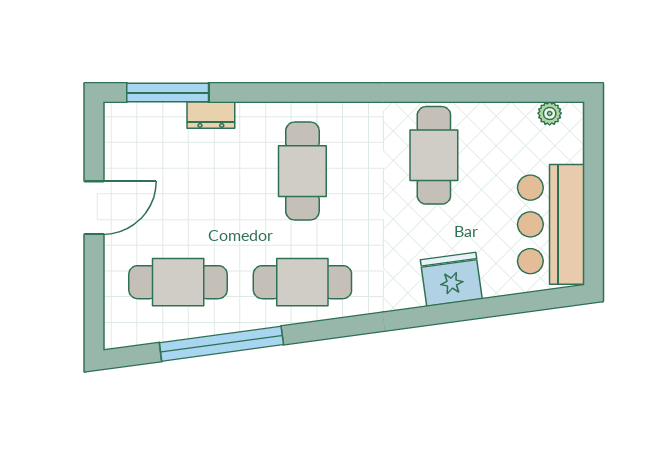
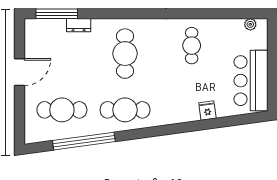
cafe table: (434, 155) -> (192, 46), width x0.73, depth x0.74
fridge: (451, 279) -> (207, 111), width x0.53, depth x0.75

